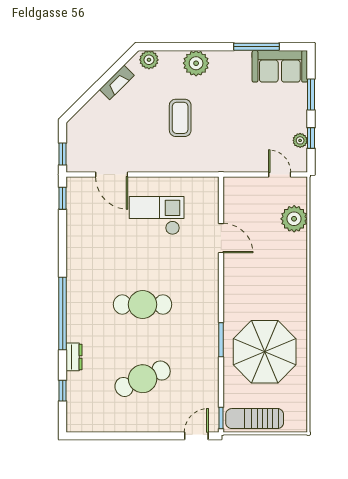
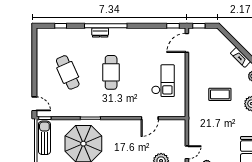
door: (112, 175) -> (187, 43), moved
dresser: (74, 357) -> (100, 32), moved

